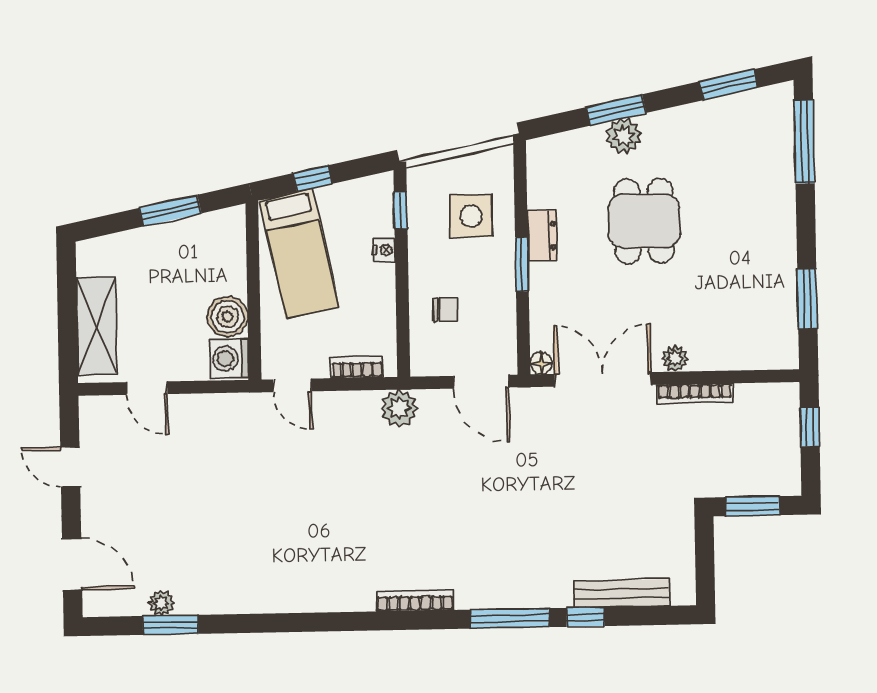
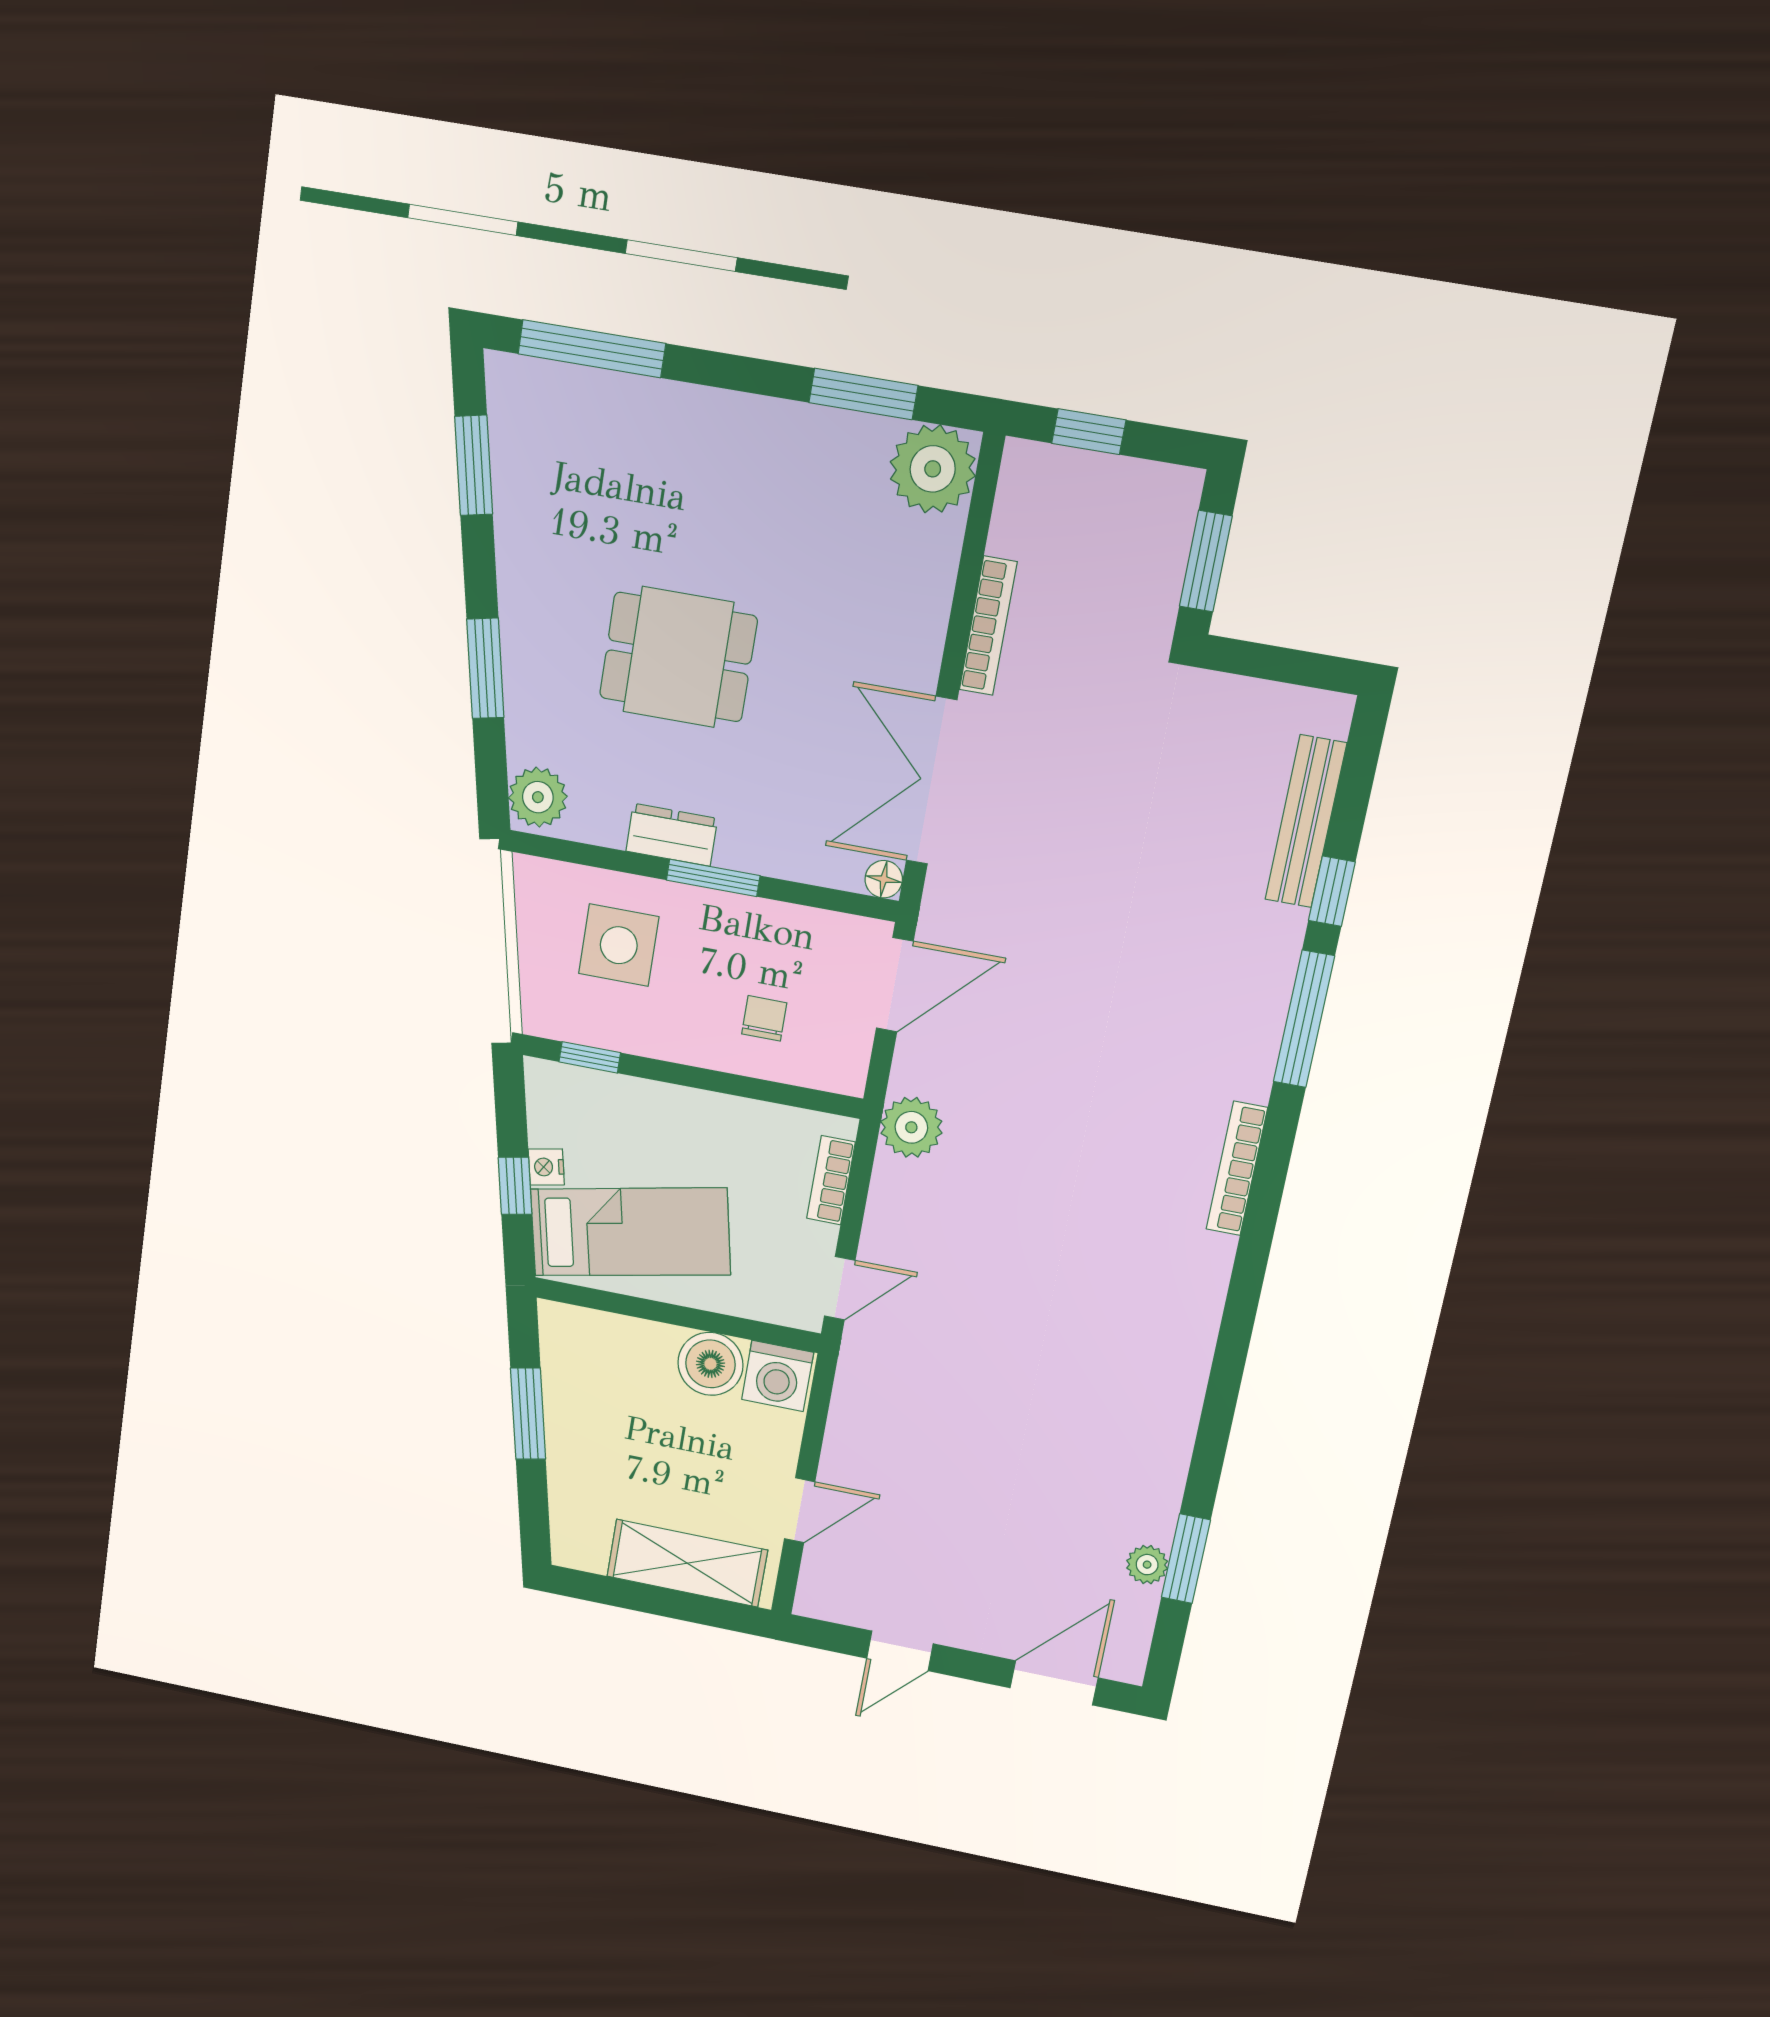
plant: (624, 136) -> (538, 797), moved
nightstand: (384, 250) -> (546, 1167), moved, turned -102
plant: (675, 359) -> (933, 469), moved, width x1.88, depth x1.88

